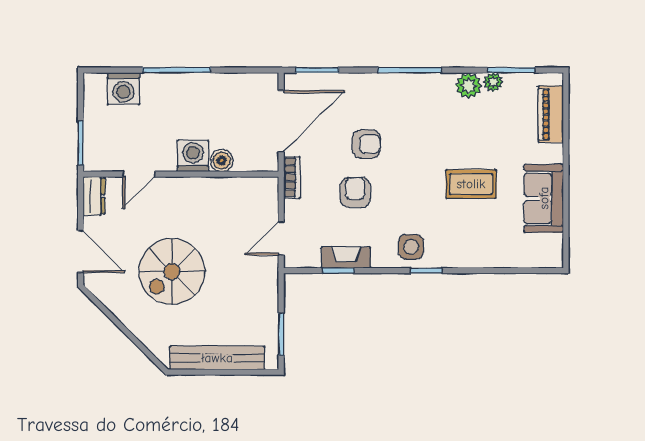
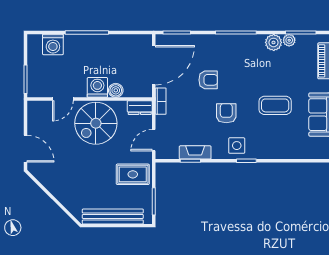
armchair: (355, 192) -> (226, 113), moved
dresser: (94, 196) -> (140, 108), moved, turned 90
spiral stairs: (172, 272) -> (96, 123), moved
rug: (248, 292) -> (133, 174), added

